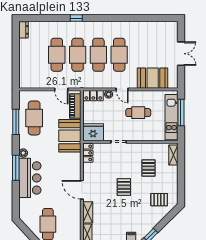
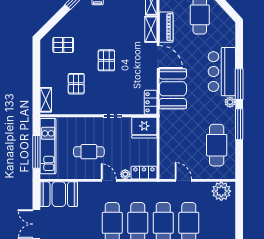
booth: (153, 78) -> (59, 194), moved
plant: (30, 80) -> (221, 191), added
piano: (75, 106) -> (166, 27), moved
window: (16, 122) -> (239, 124), moved
booth: (70, 136) -> (173, 89), moved

